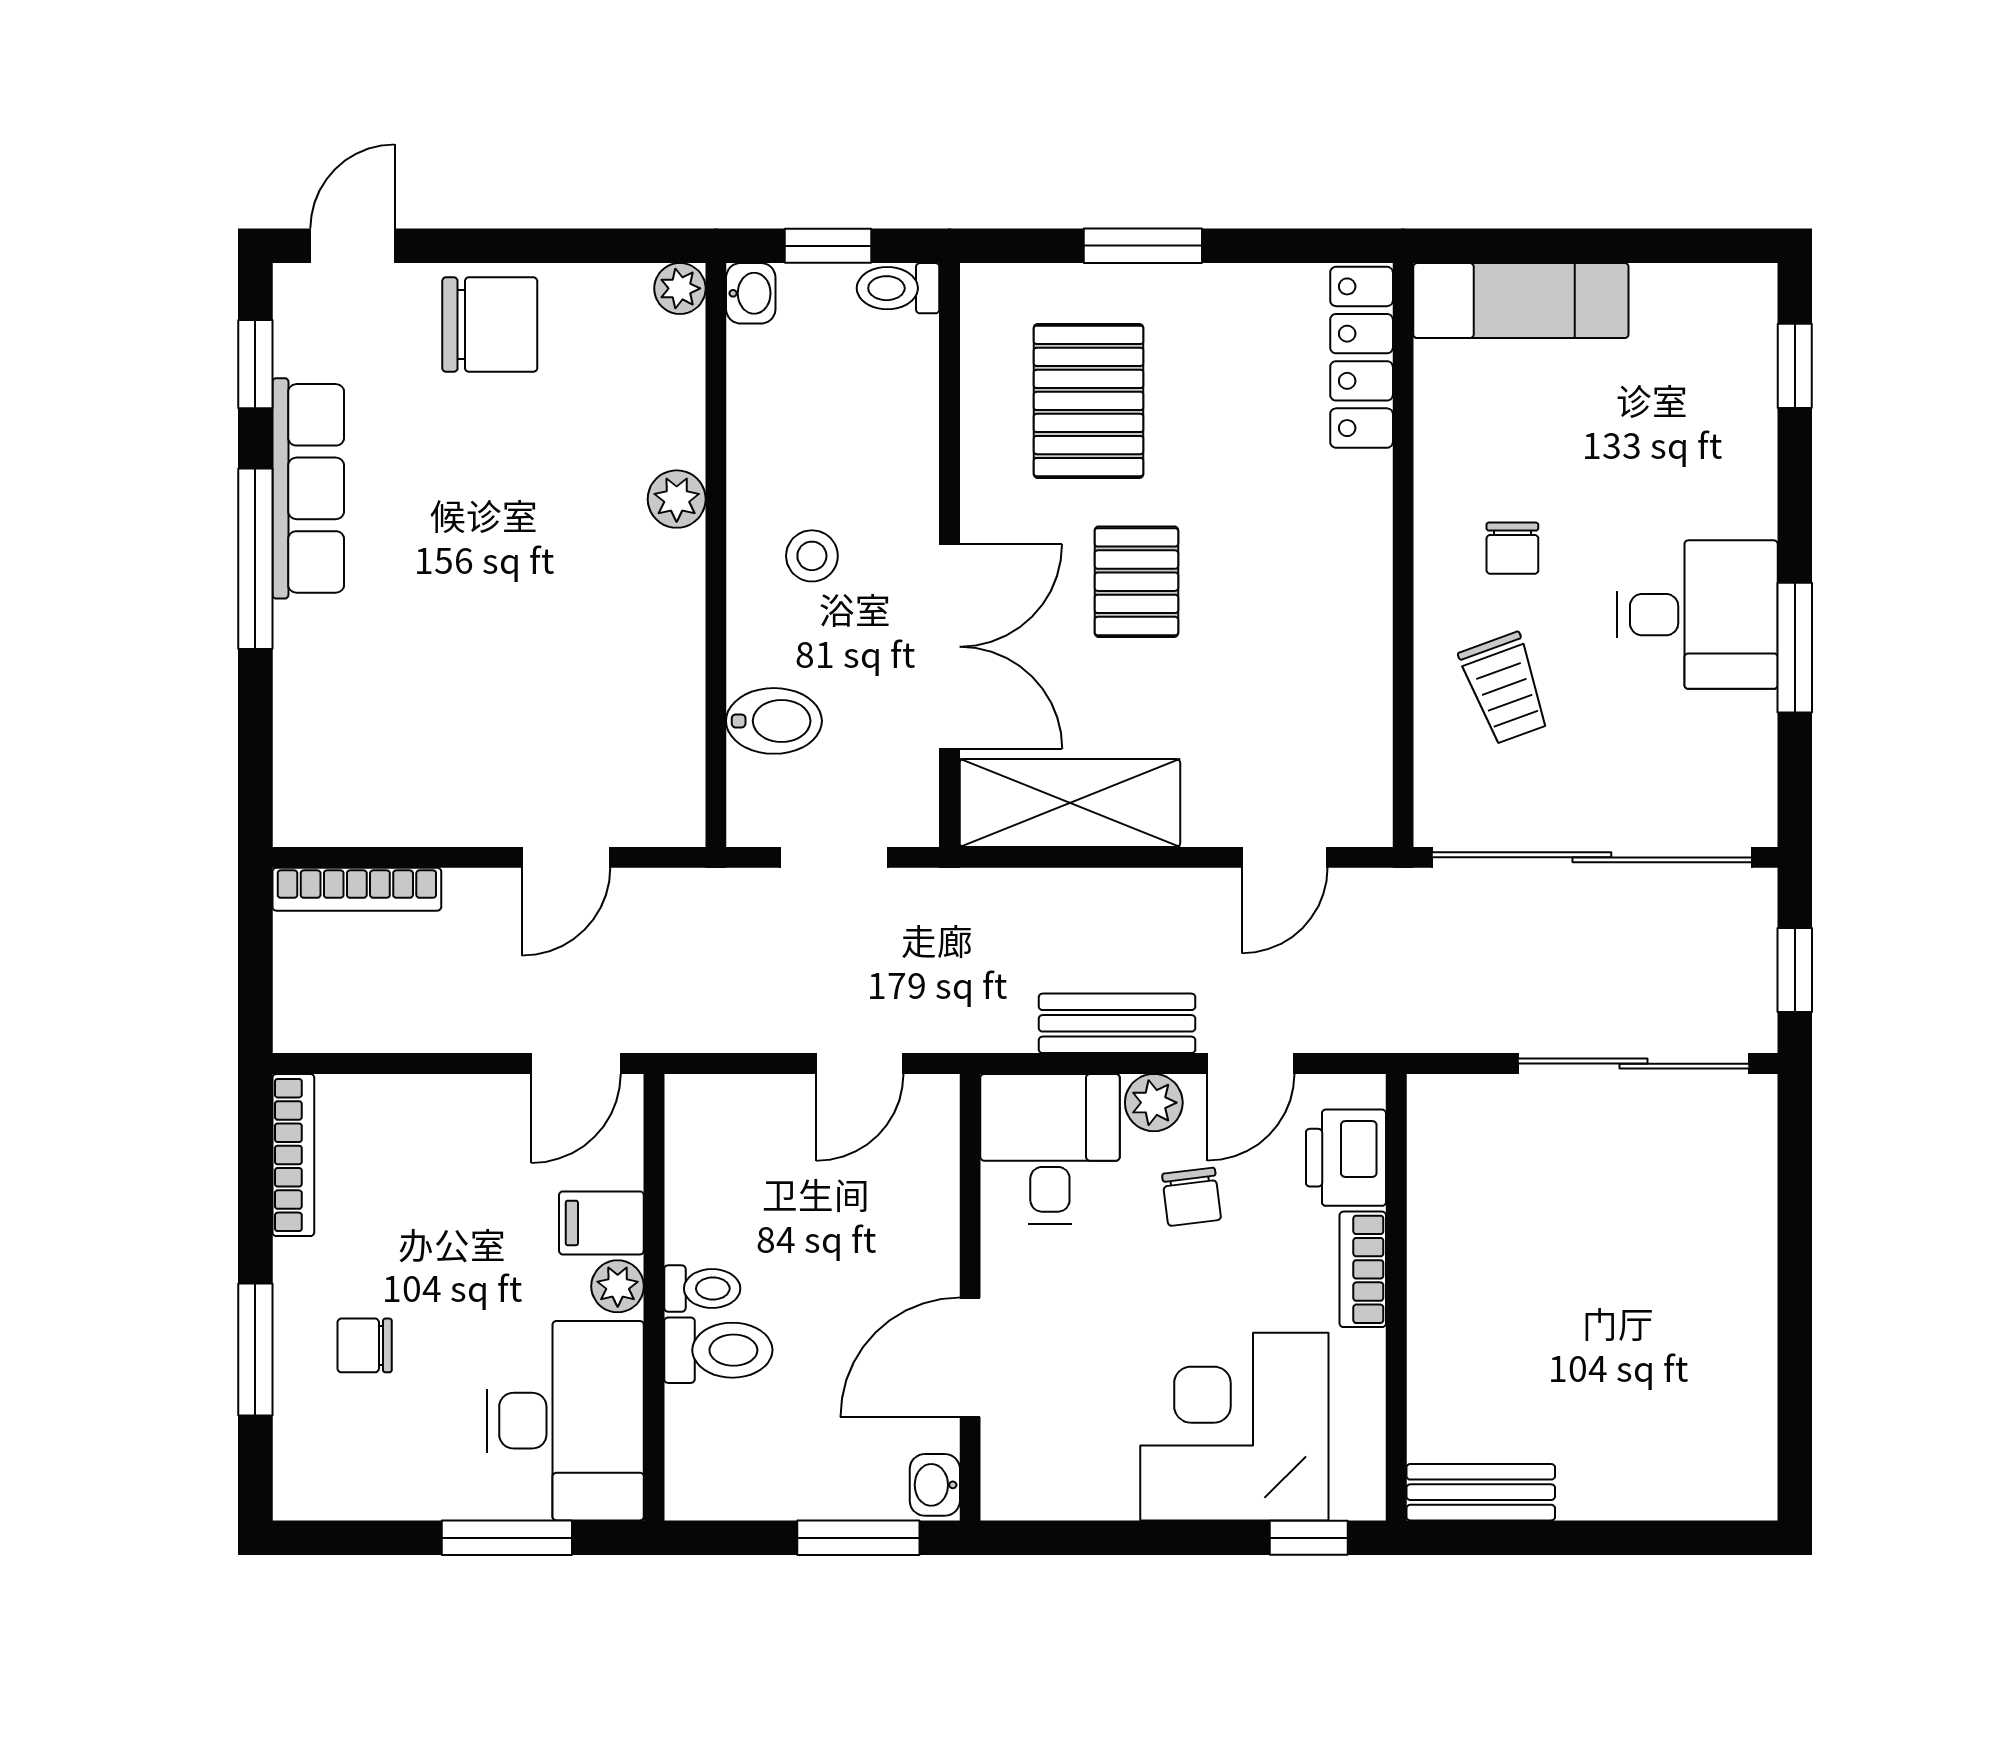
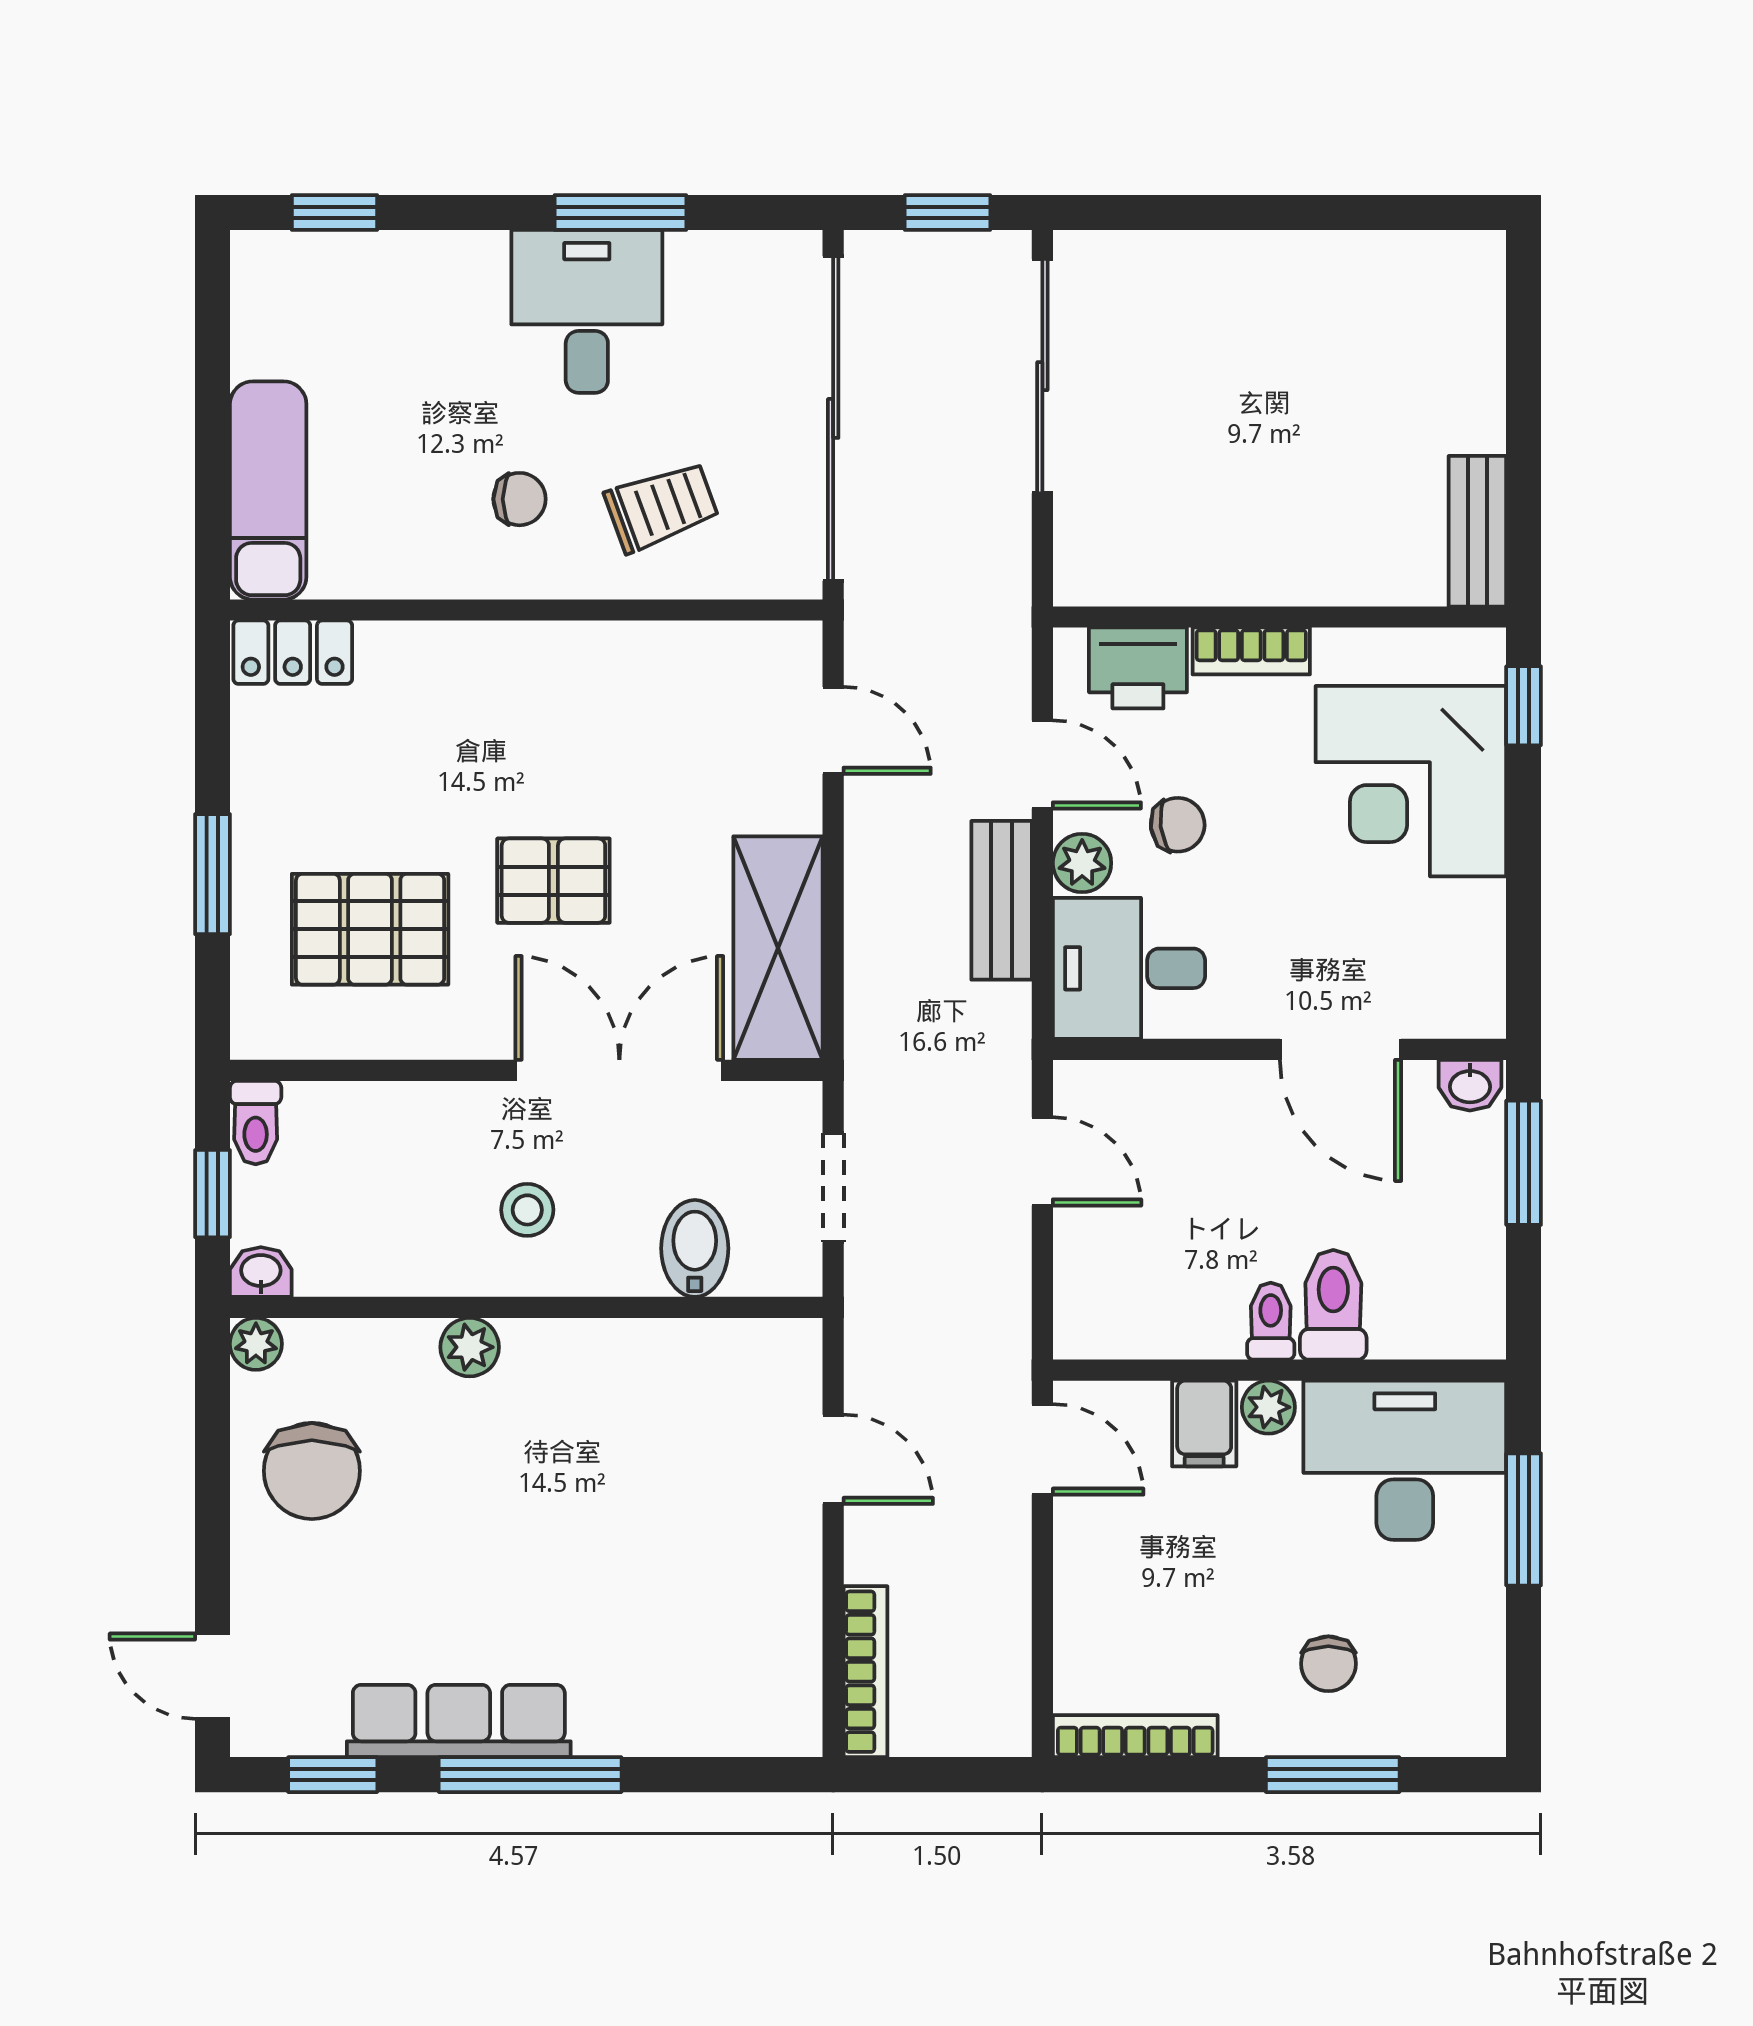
chair: (490, 325) -> (312, 1471), moved, turned 180
locker: (1362, 357) -> (293, 652), width x0.66

